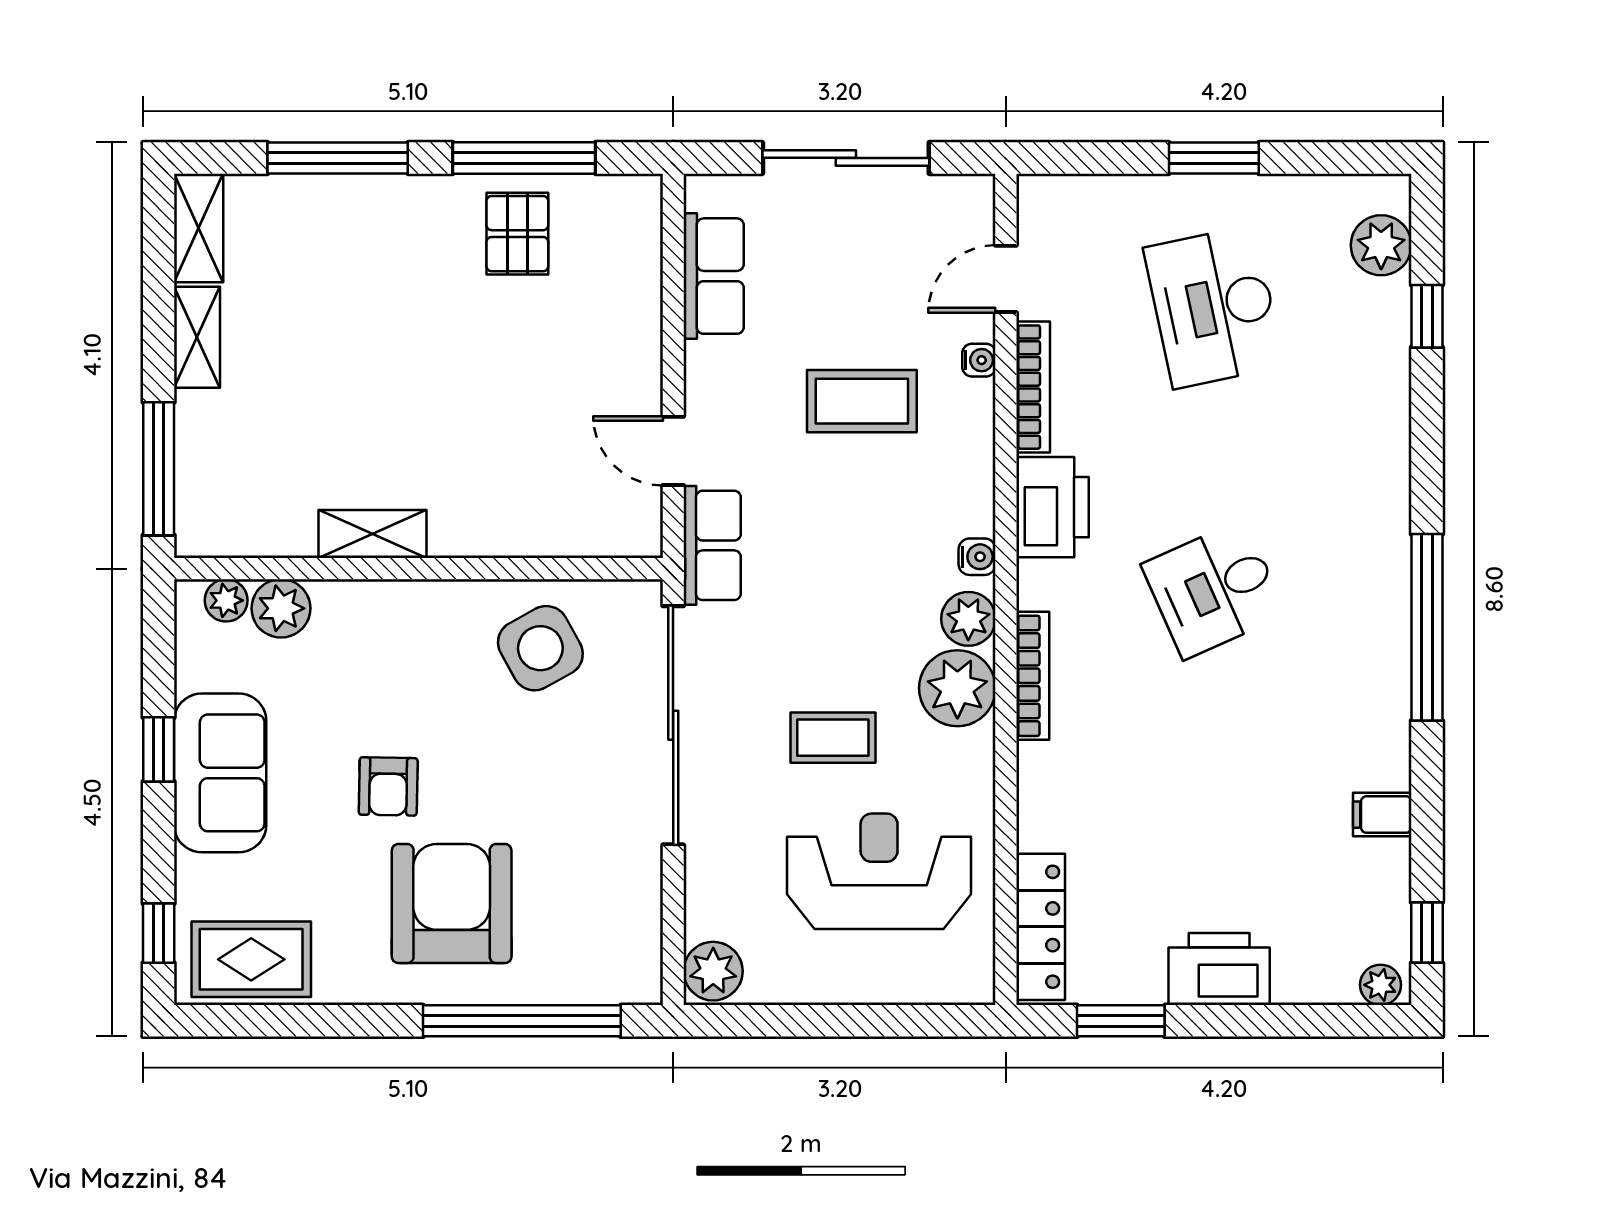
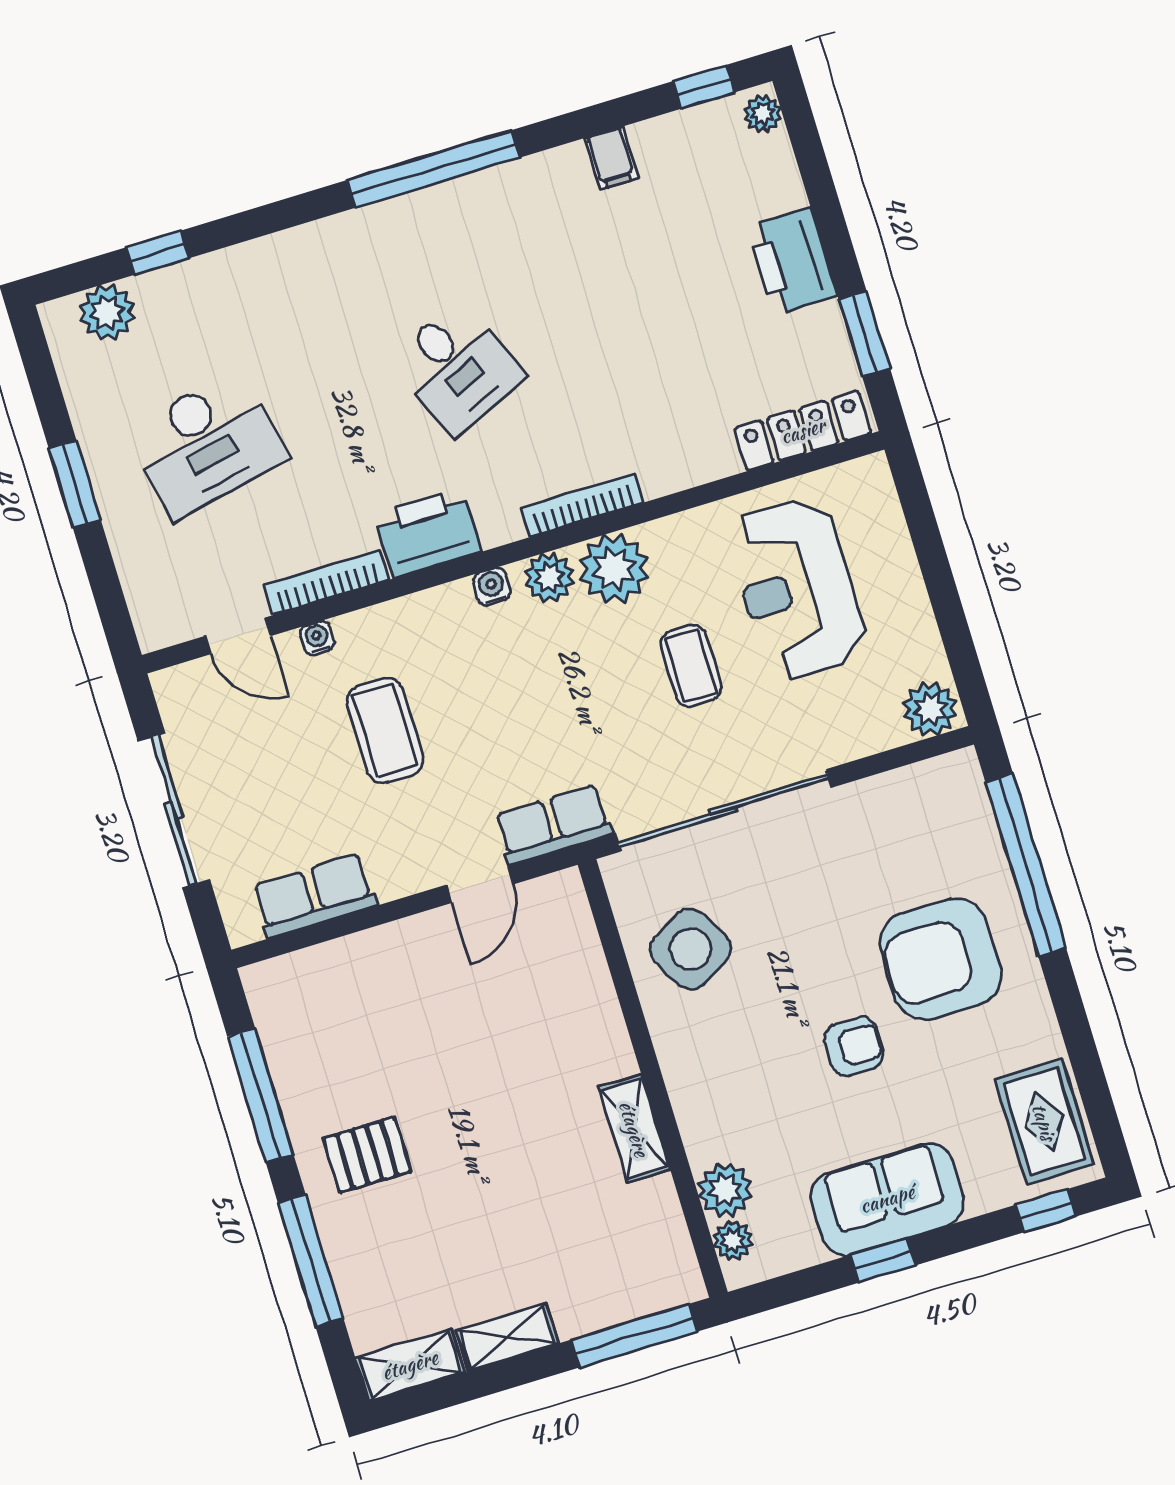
pallet: (517, 234) -> (367, 1155), moved

